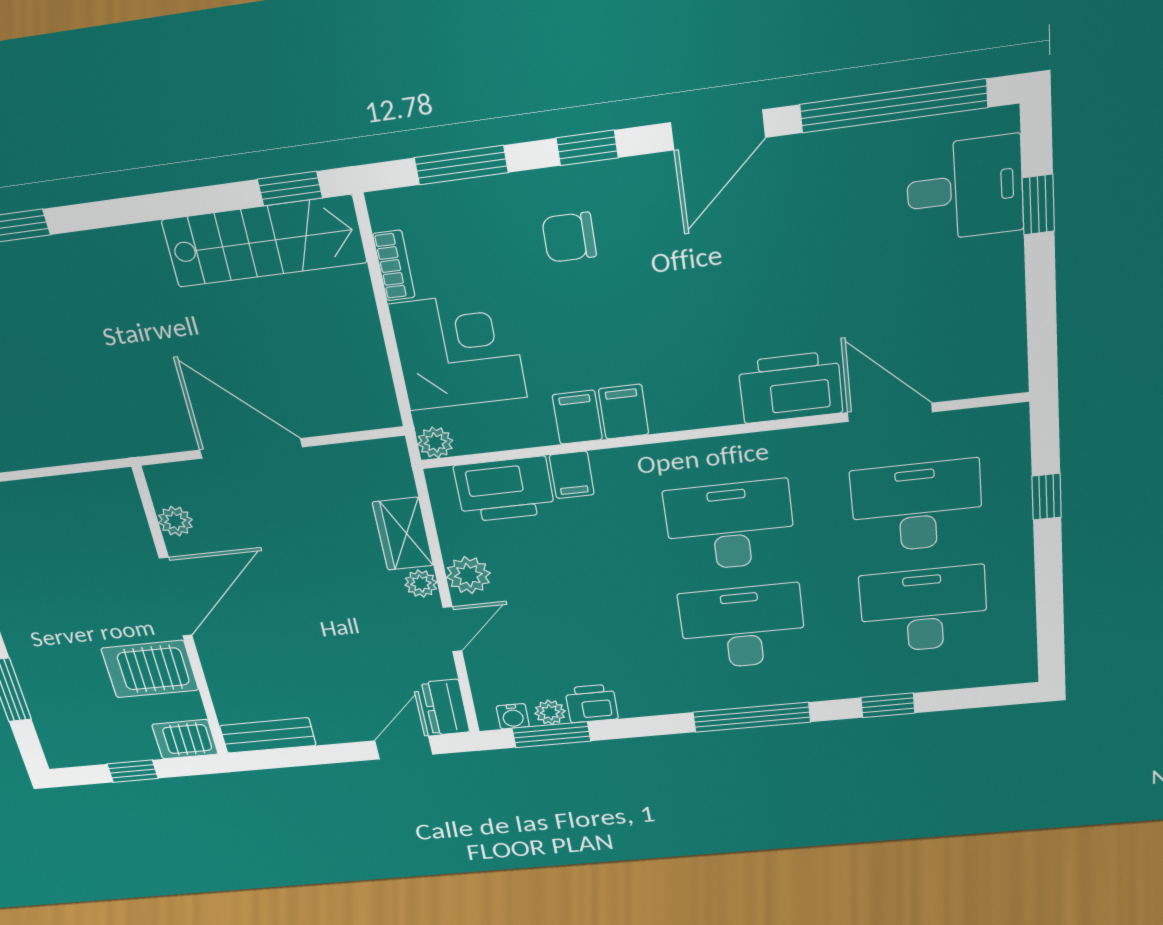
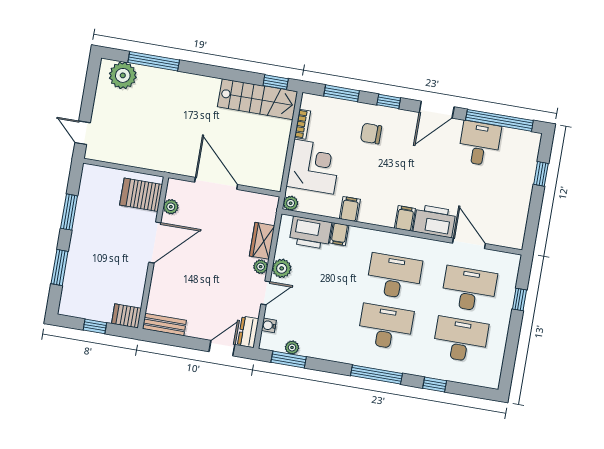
desk: (965, 189) -> (480, 144), moved, turned -90
filing cabinet: (624, 412) -> (405, 218), moved
server rack: (150, 669) -> (141, 195), moved
printer: (592, 703) -> (311, 348), removed
water cooler: (513, 716) -> (269, 325), moved, turned 90

